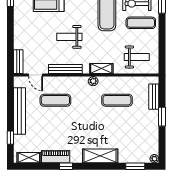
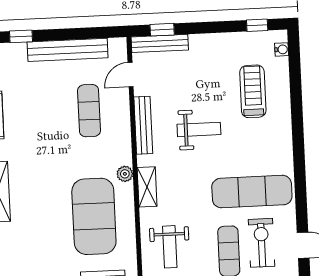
weight bench: (69, 37) -> (199, 129), turned 90
window: (10, 55) -> (162, 30), added
bench: (18, 62) -> (160, 43), width x1.36
exercise mat: (117, 100) -> (94, 216), width x2.00, depth x1.45

